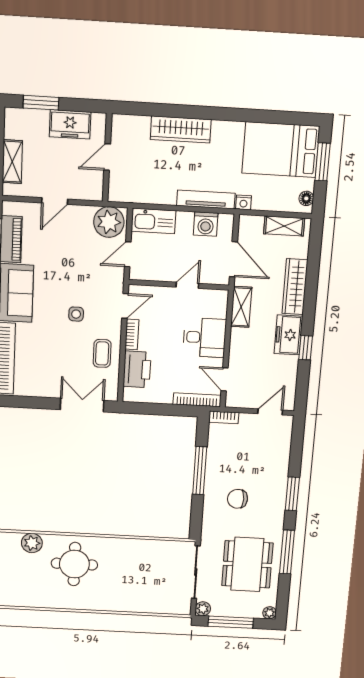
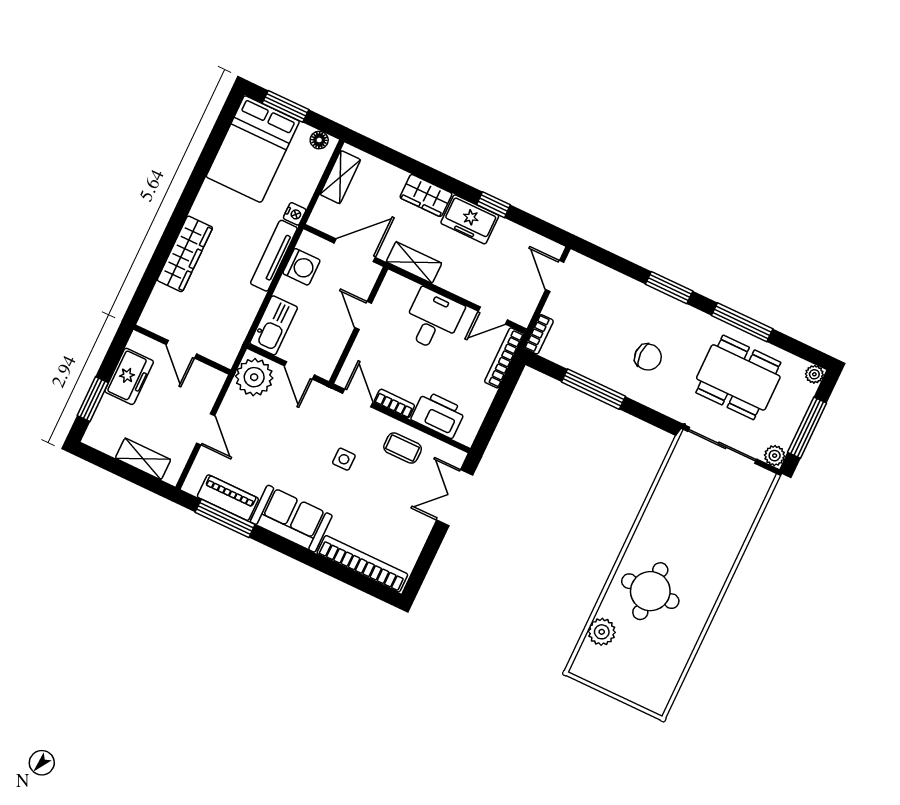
wardrobe: (295, 287) -> (426, 195), width x0.67
chair: (237, 499) -> (648, 357), turned -90

